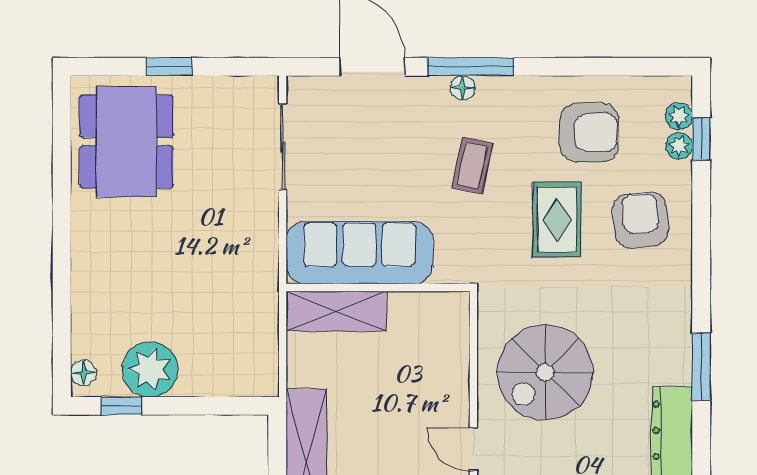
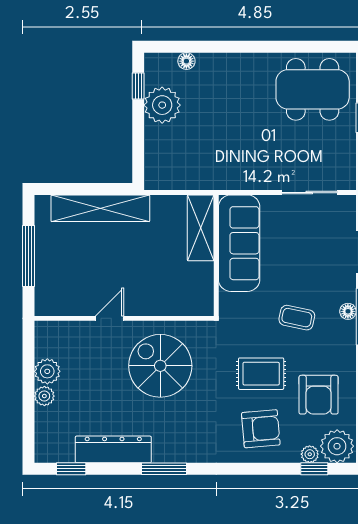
plant: (679, 116) -> (337, 446), width x1.87, depth x1.87
floor lamp: (83, 373) -> (186, 61), moved

